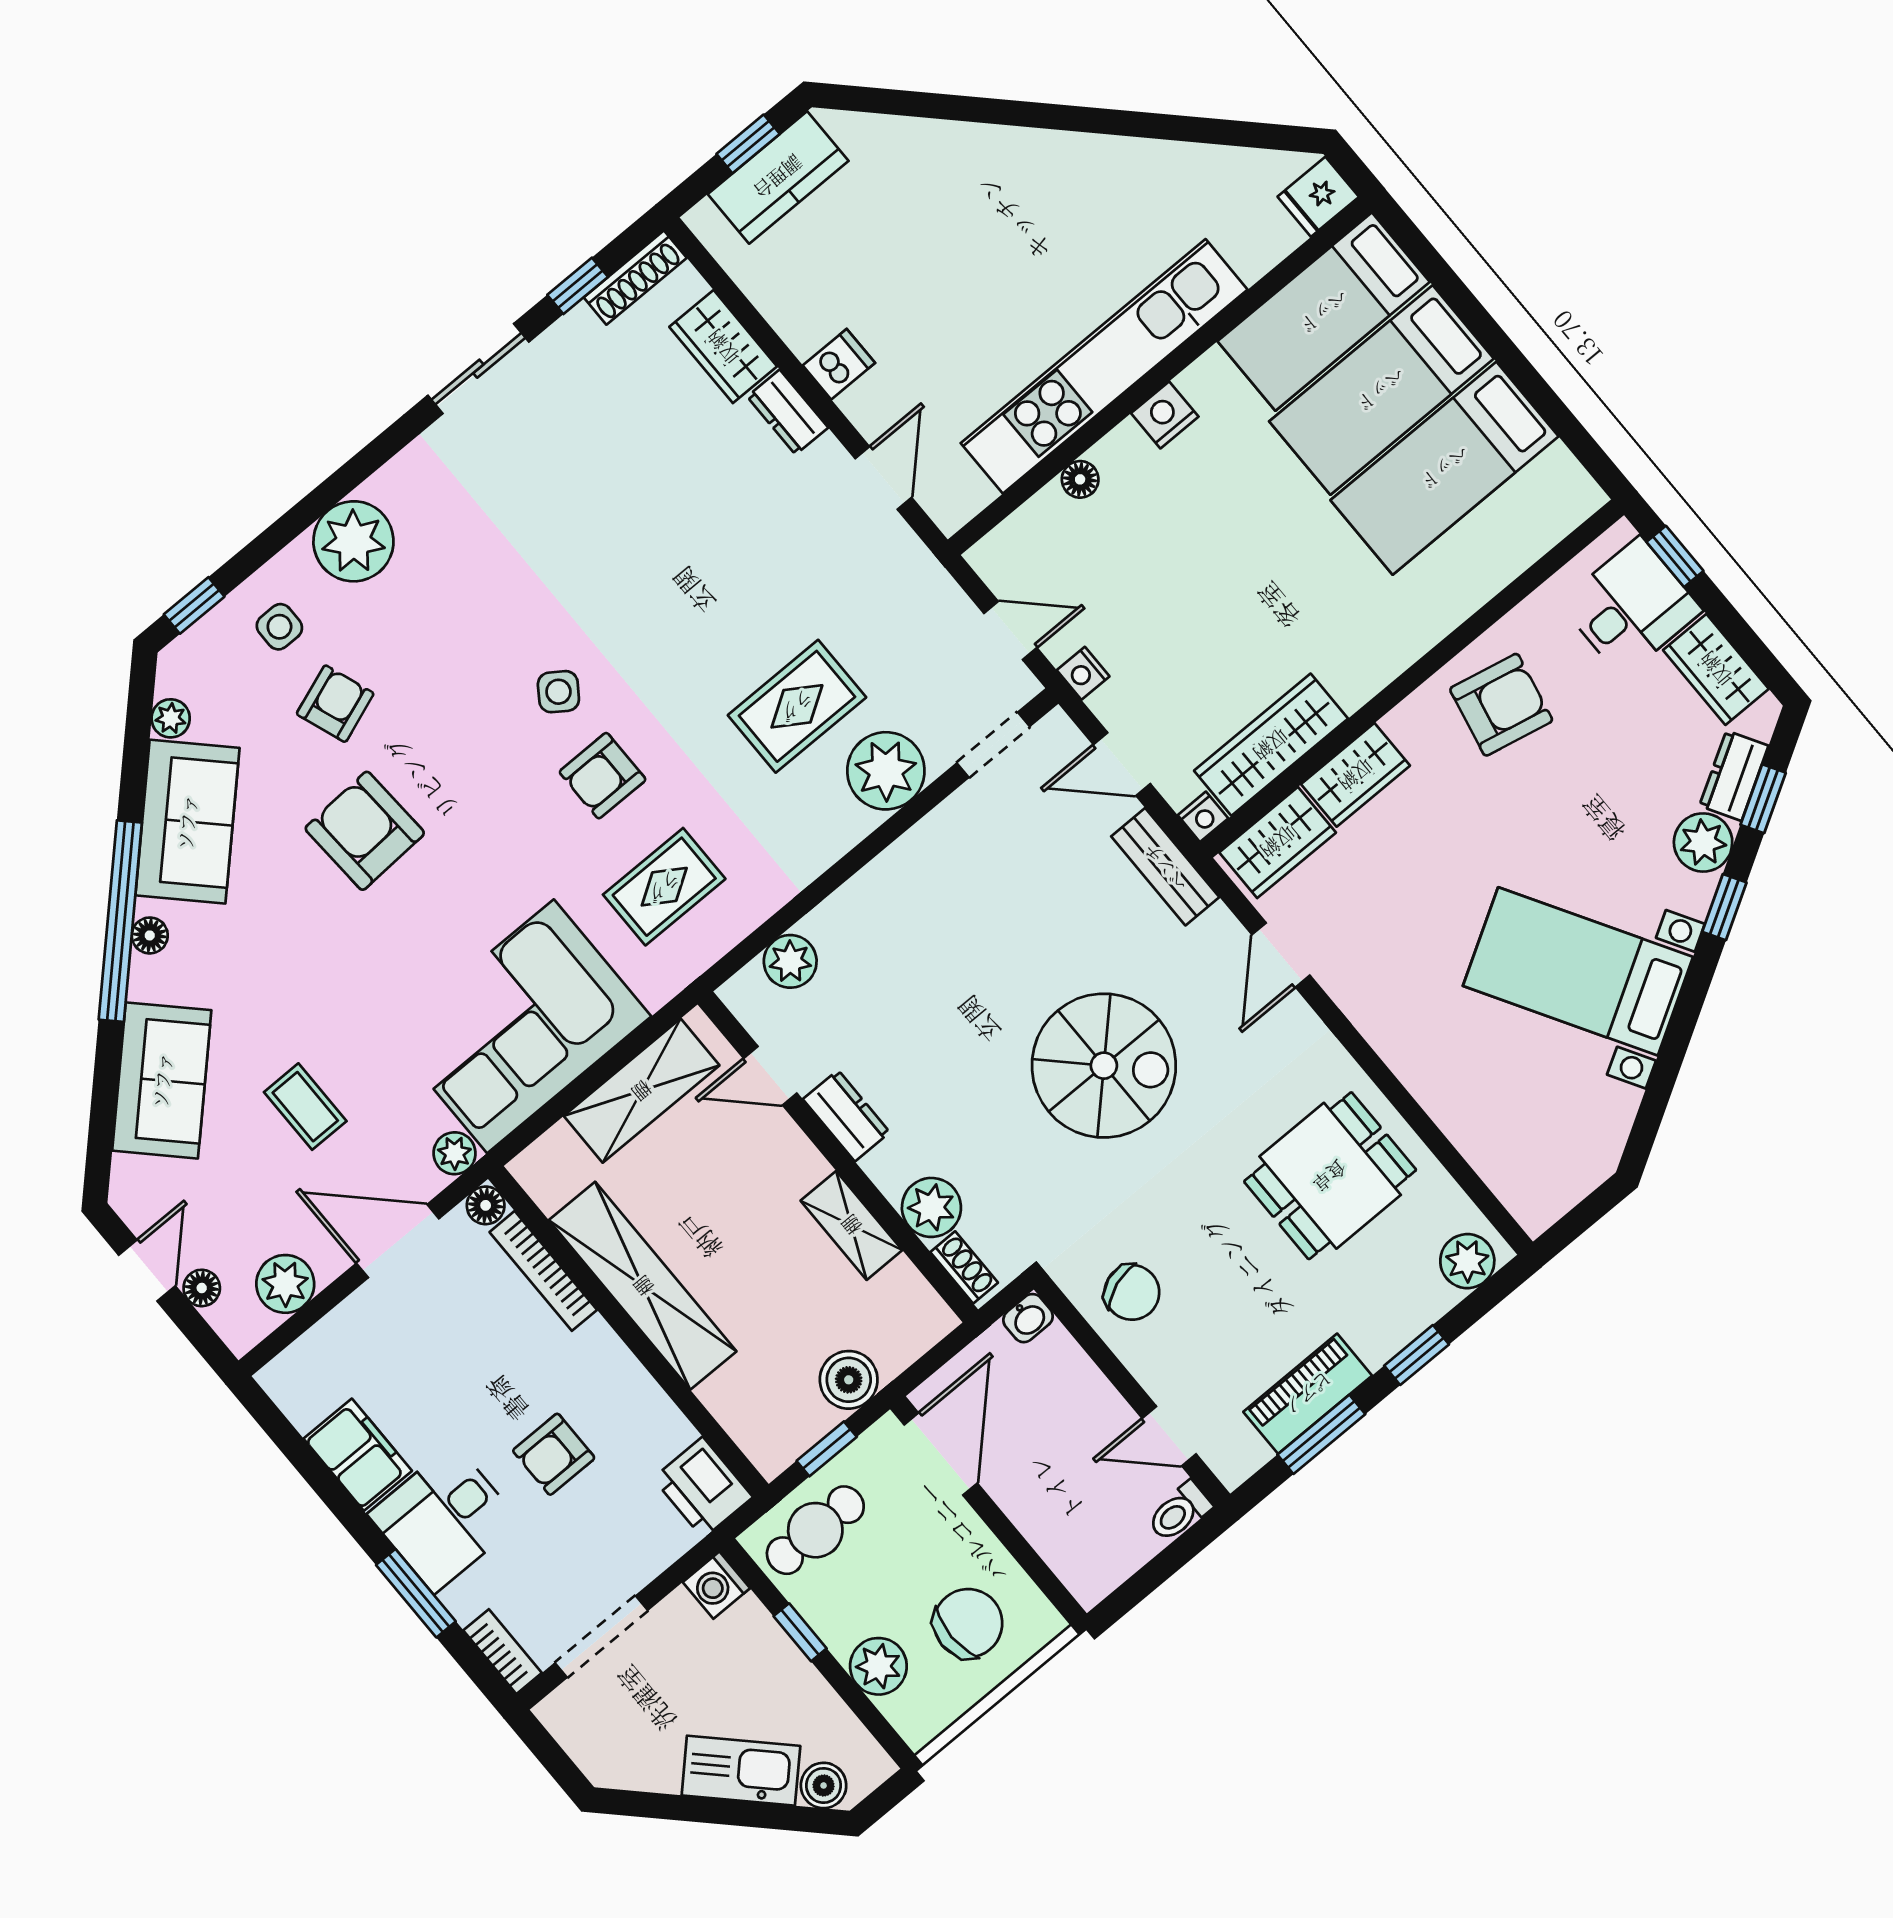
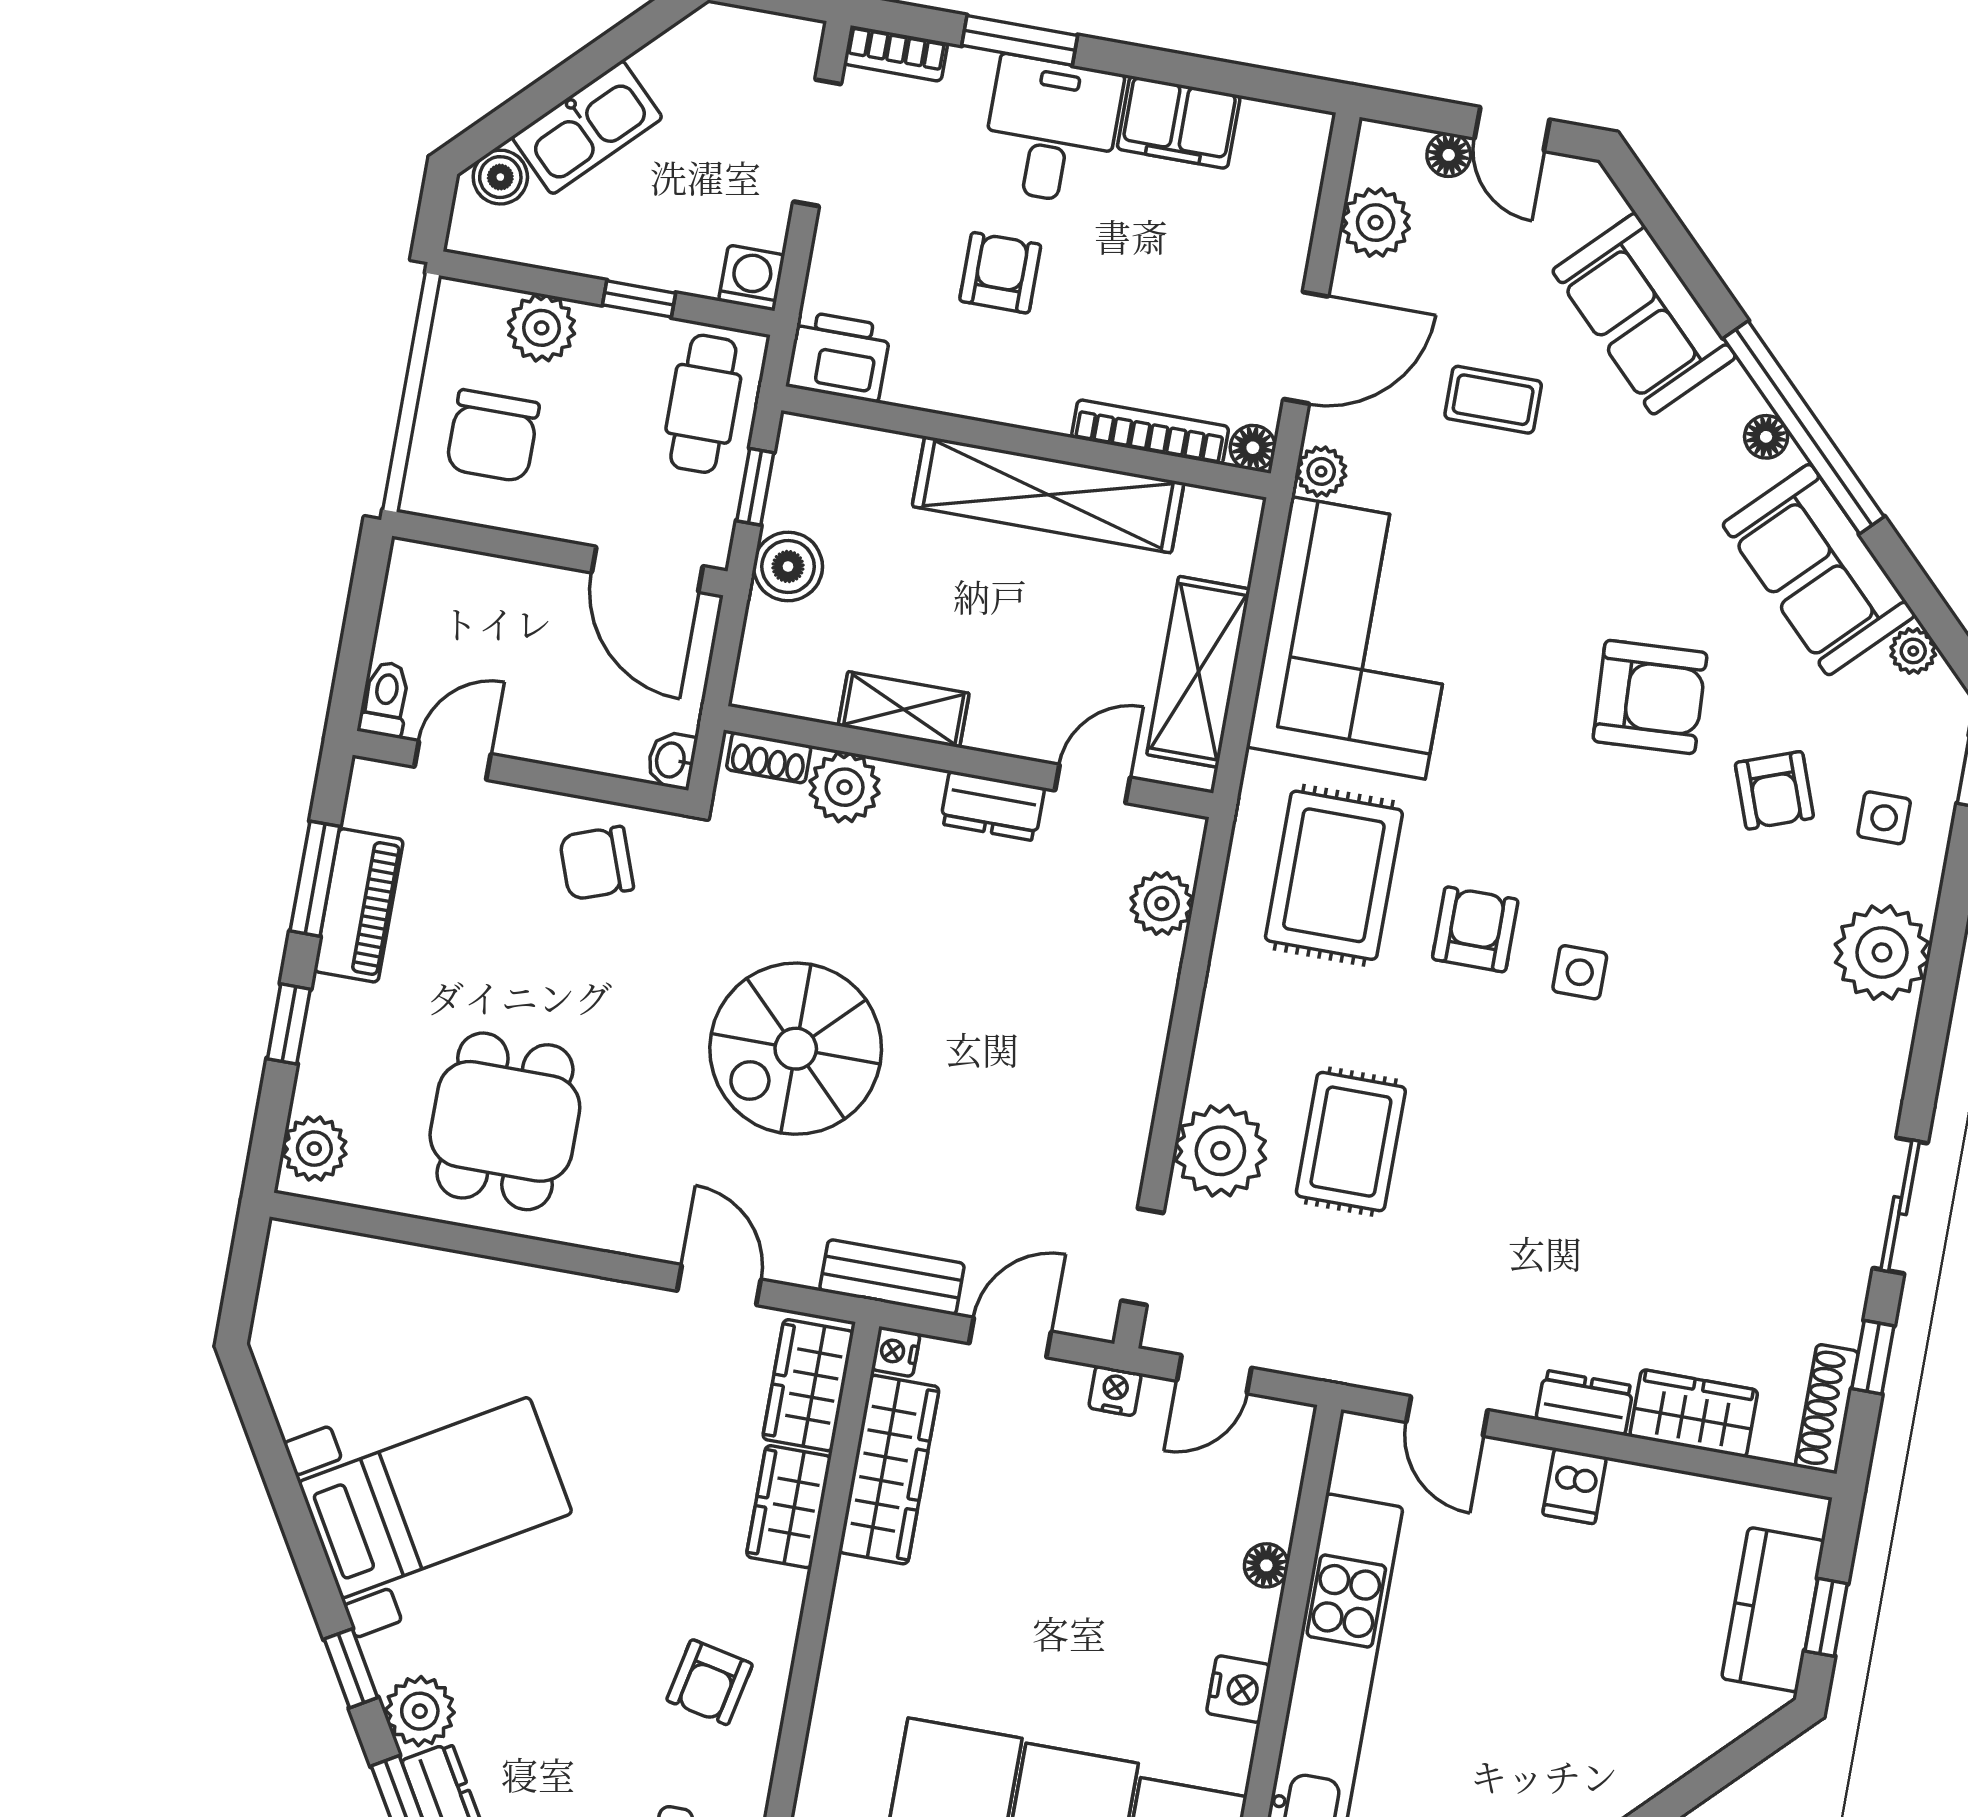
side table: (558, 692) -> (1580, 972), turned -35
armchair: (1501, 705) -> (710, 1682), width x0.72, depth x0.72
rug: (664, 887) -> (1334, 875), width x1.36, depth x1.43

